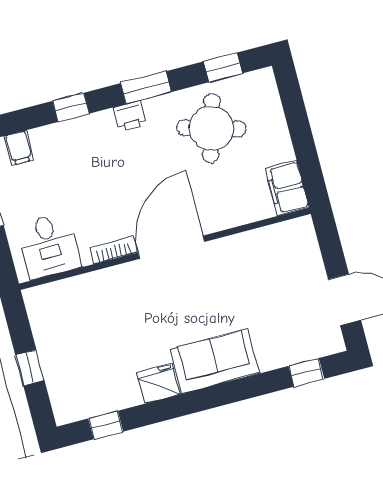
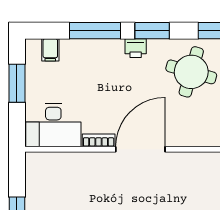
window: (71, 107) -> (95, 31), width x2.17
desk: (49, 246) -> (53, 125), width x1.37

